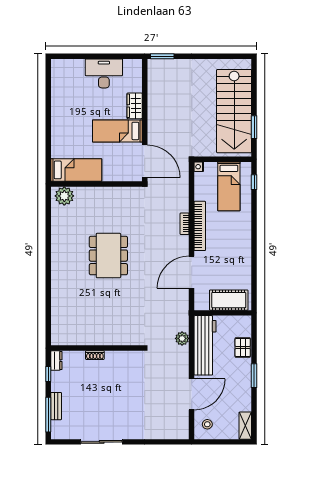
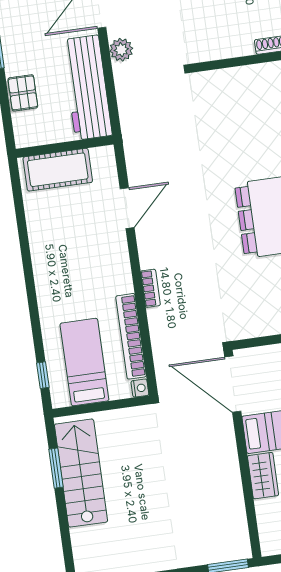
stairs: (234, 111) -> (81, 473), width x0.73, depth x0.66
bookcase: (200, 226) -> (131, 336), moved
door: (192, 272) -> (127, 208), width x0.73
plant: (182, 338) -> (121, 50), moved

